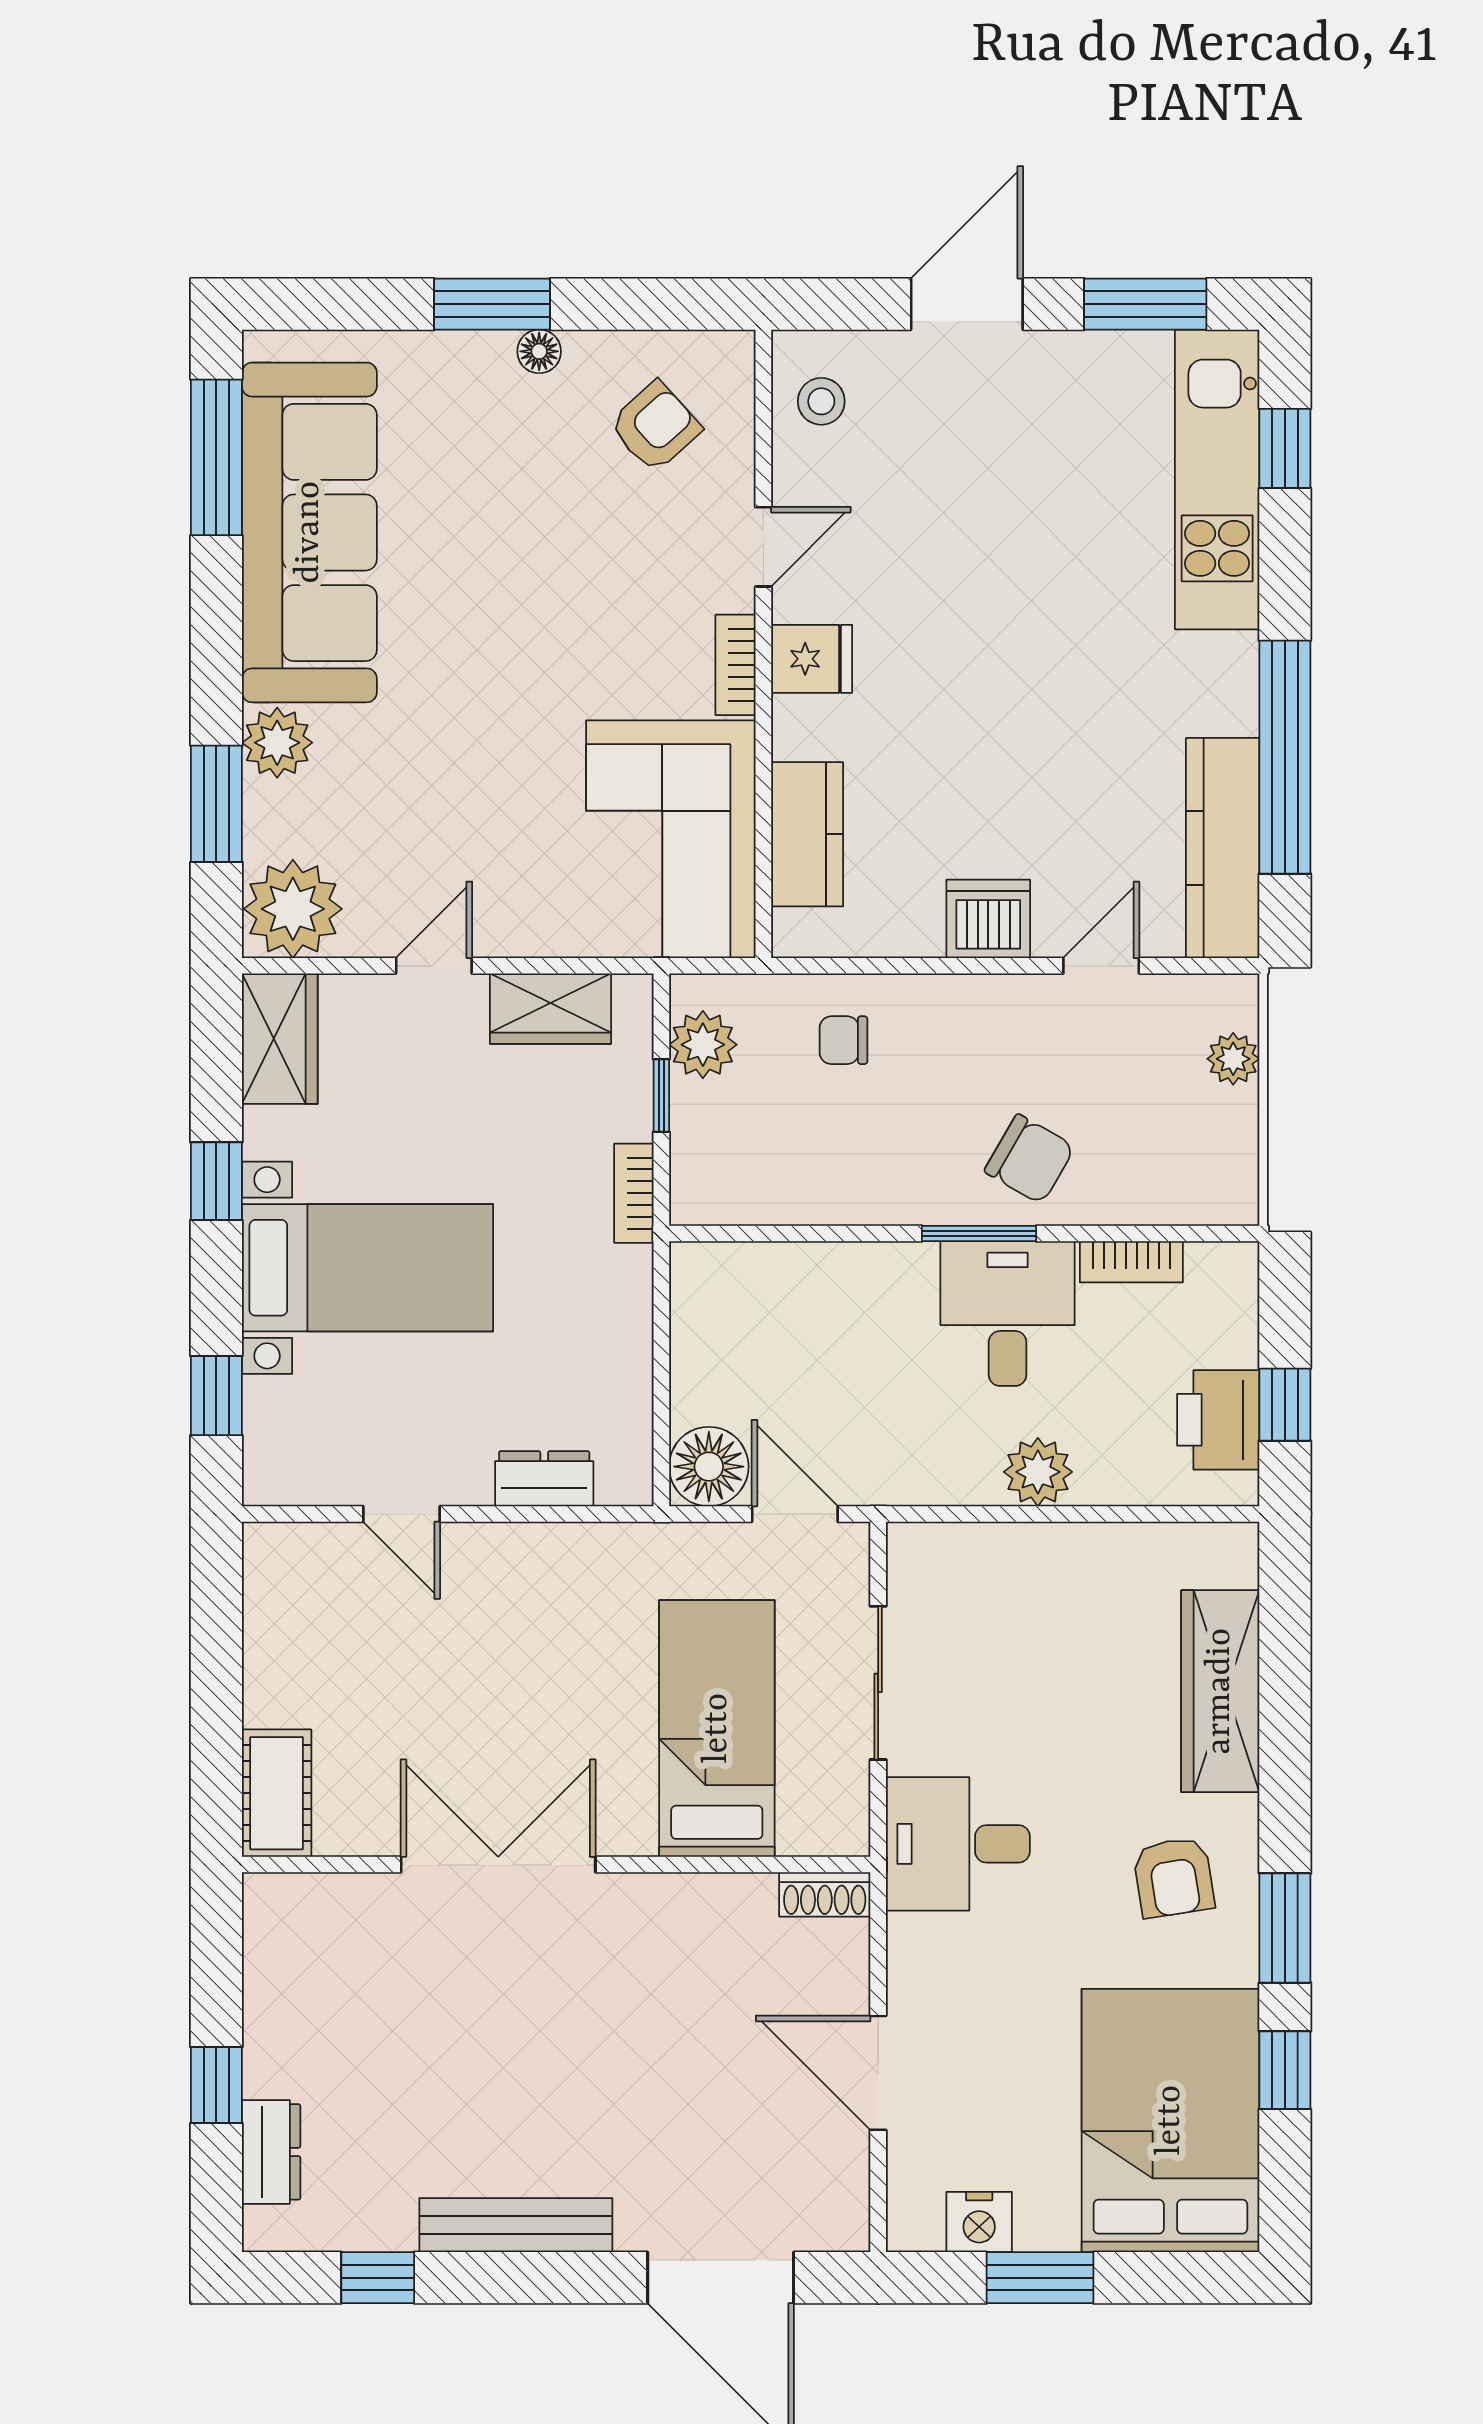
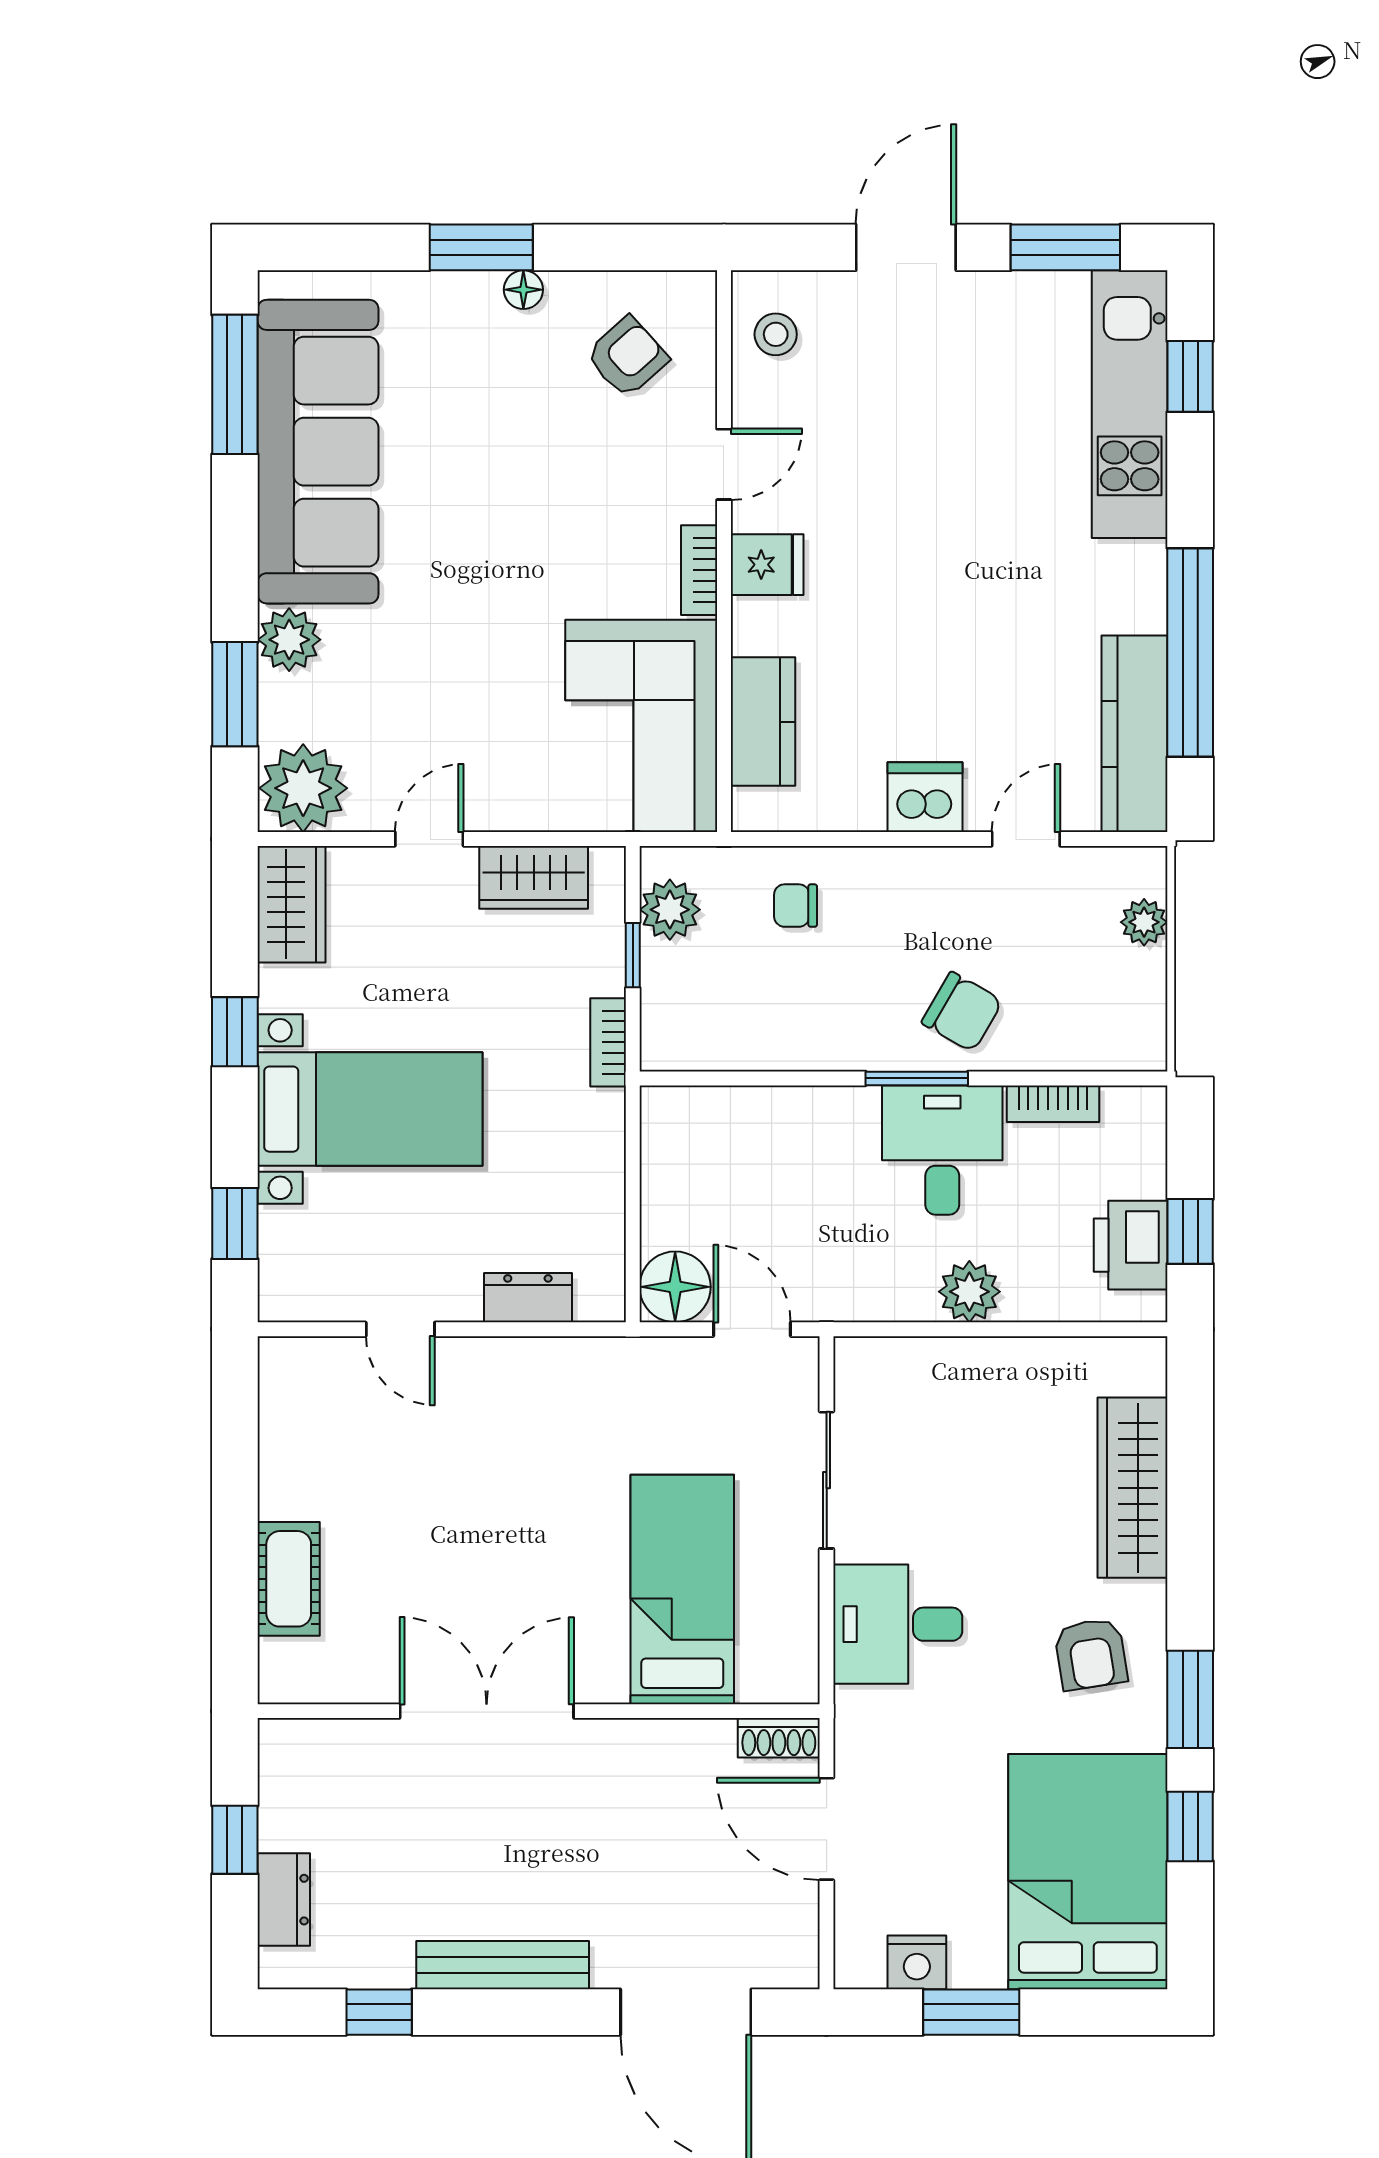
bed: (717, 1728) -> (682, 1589), moved
double door: (498, 1865) -> (487, 1711), moved
wall: (556, 1865) -> (539, 1711), moved
shoe rack: (825, 1894) -> (779, 1738), moved

